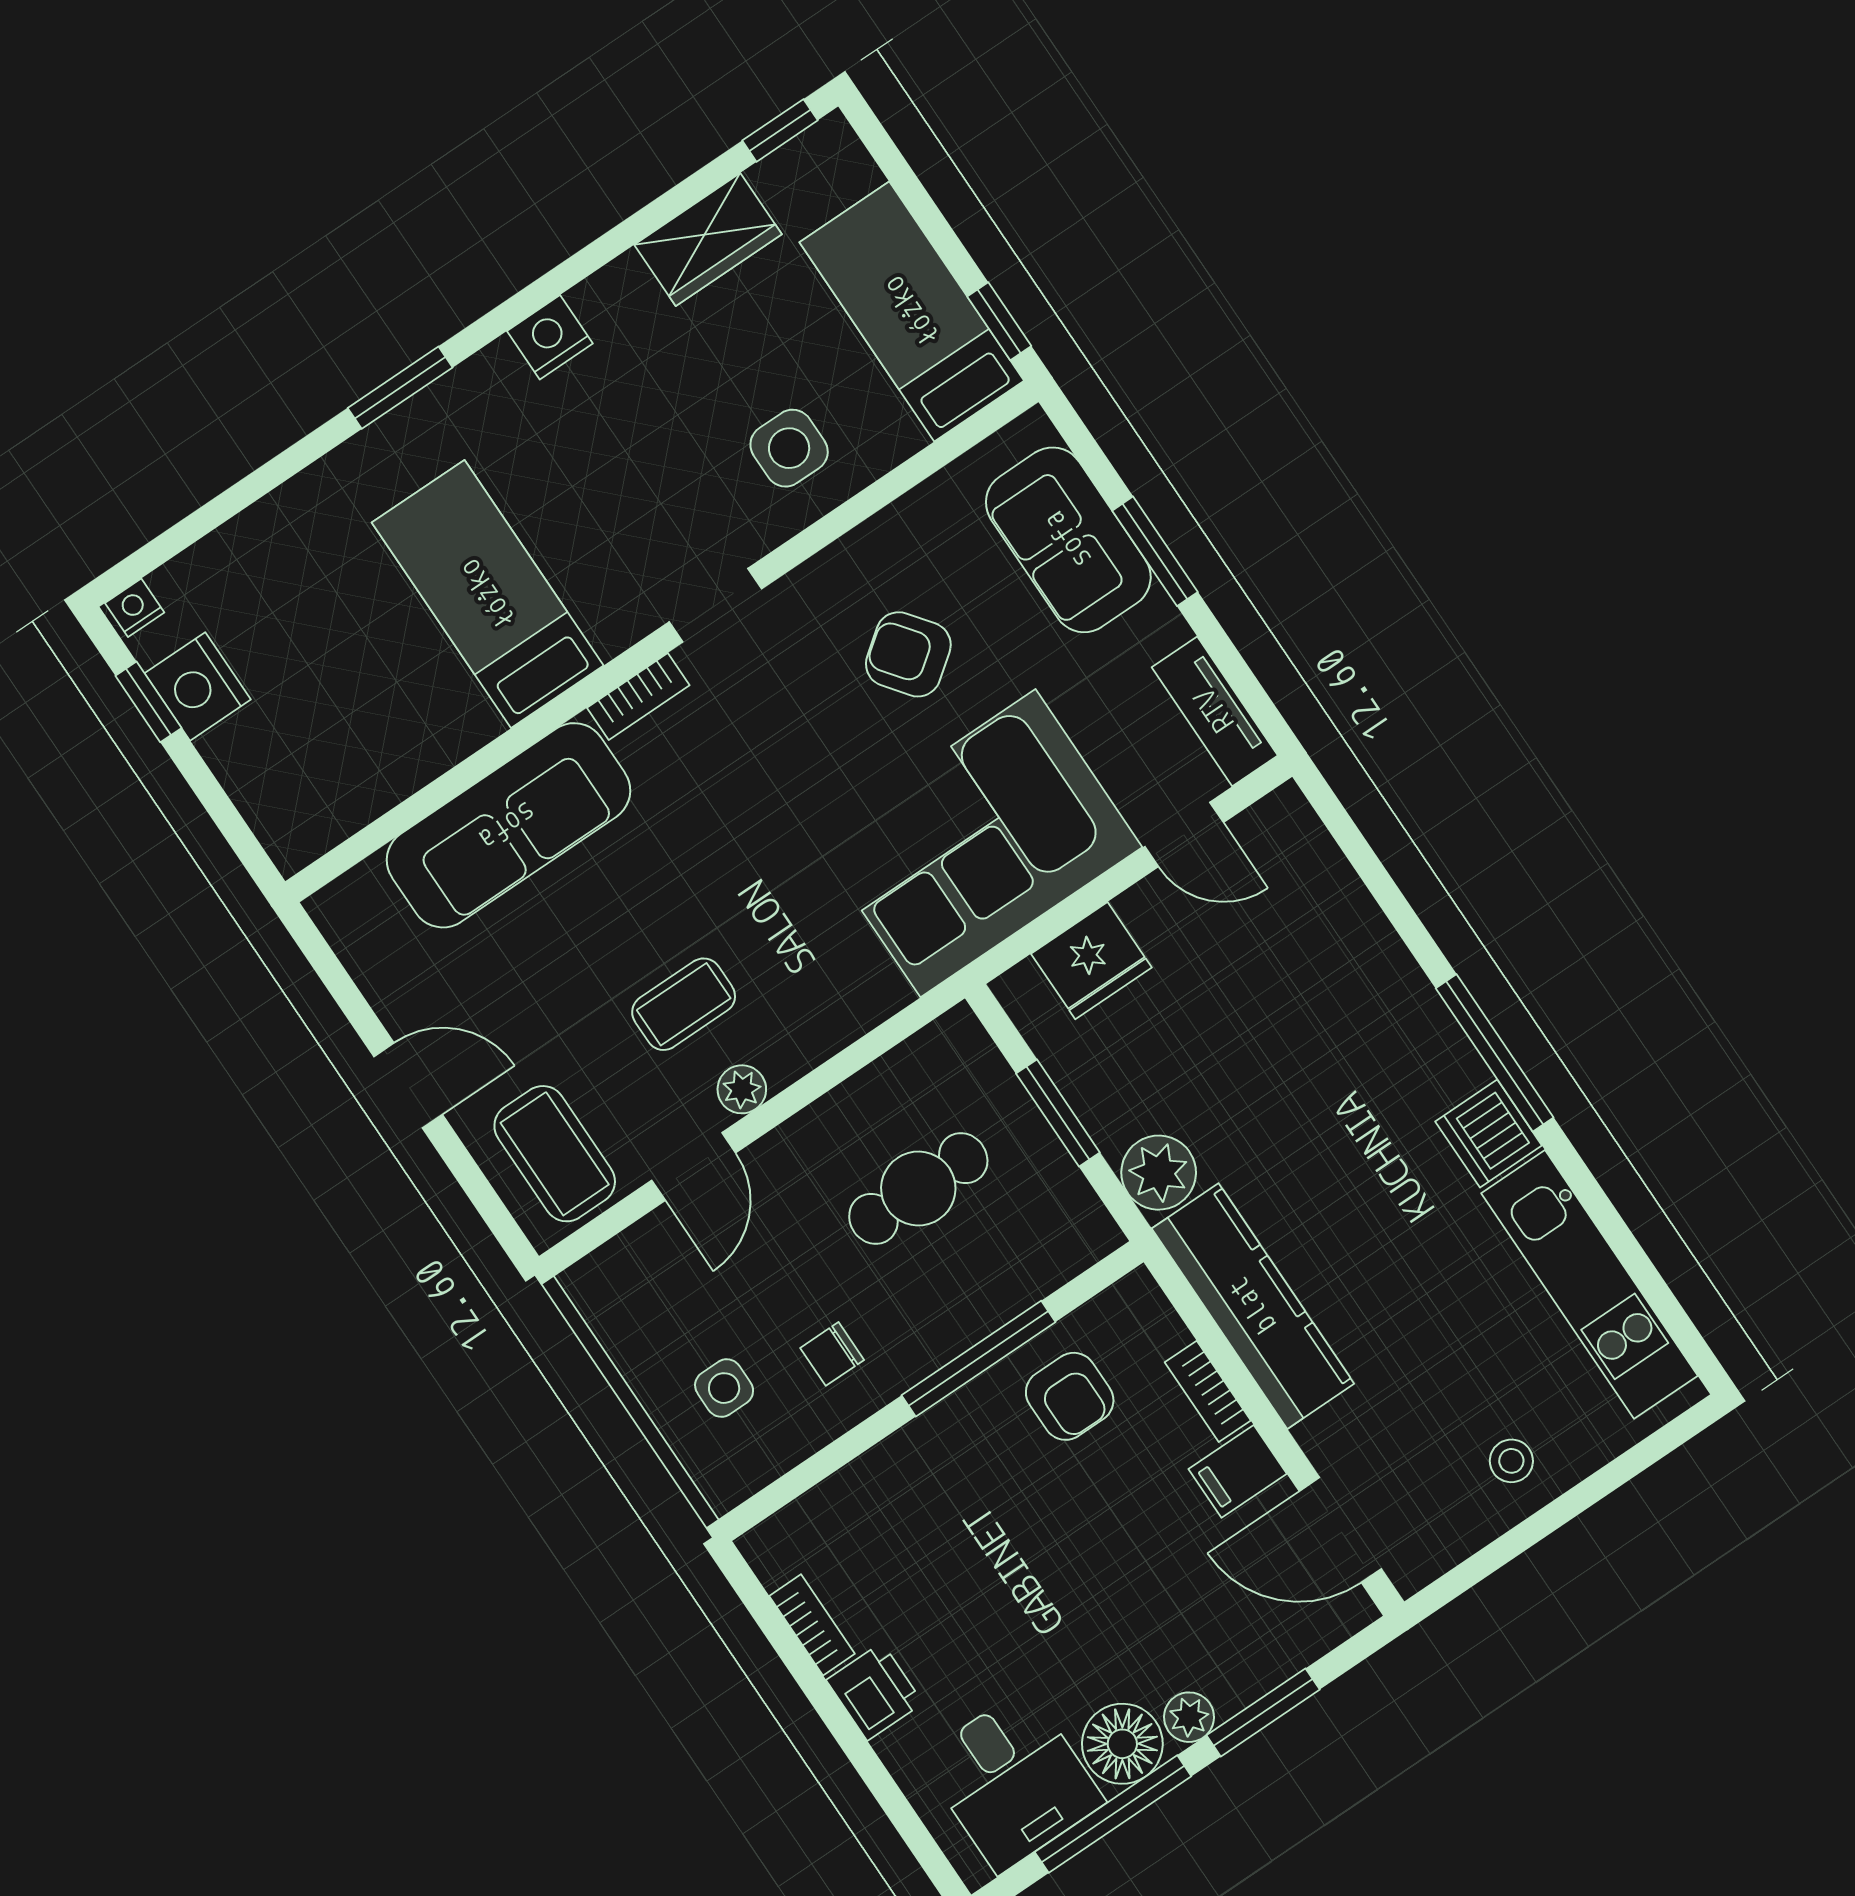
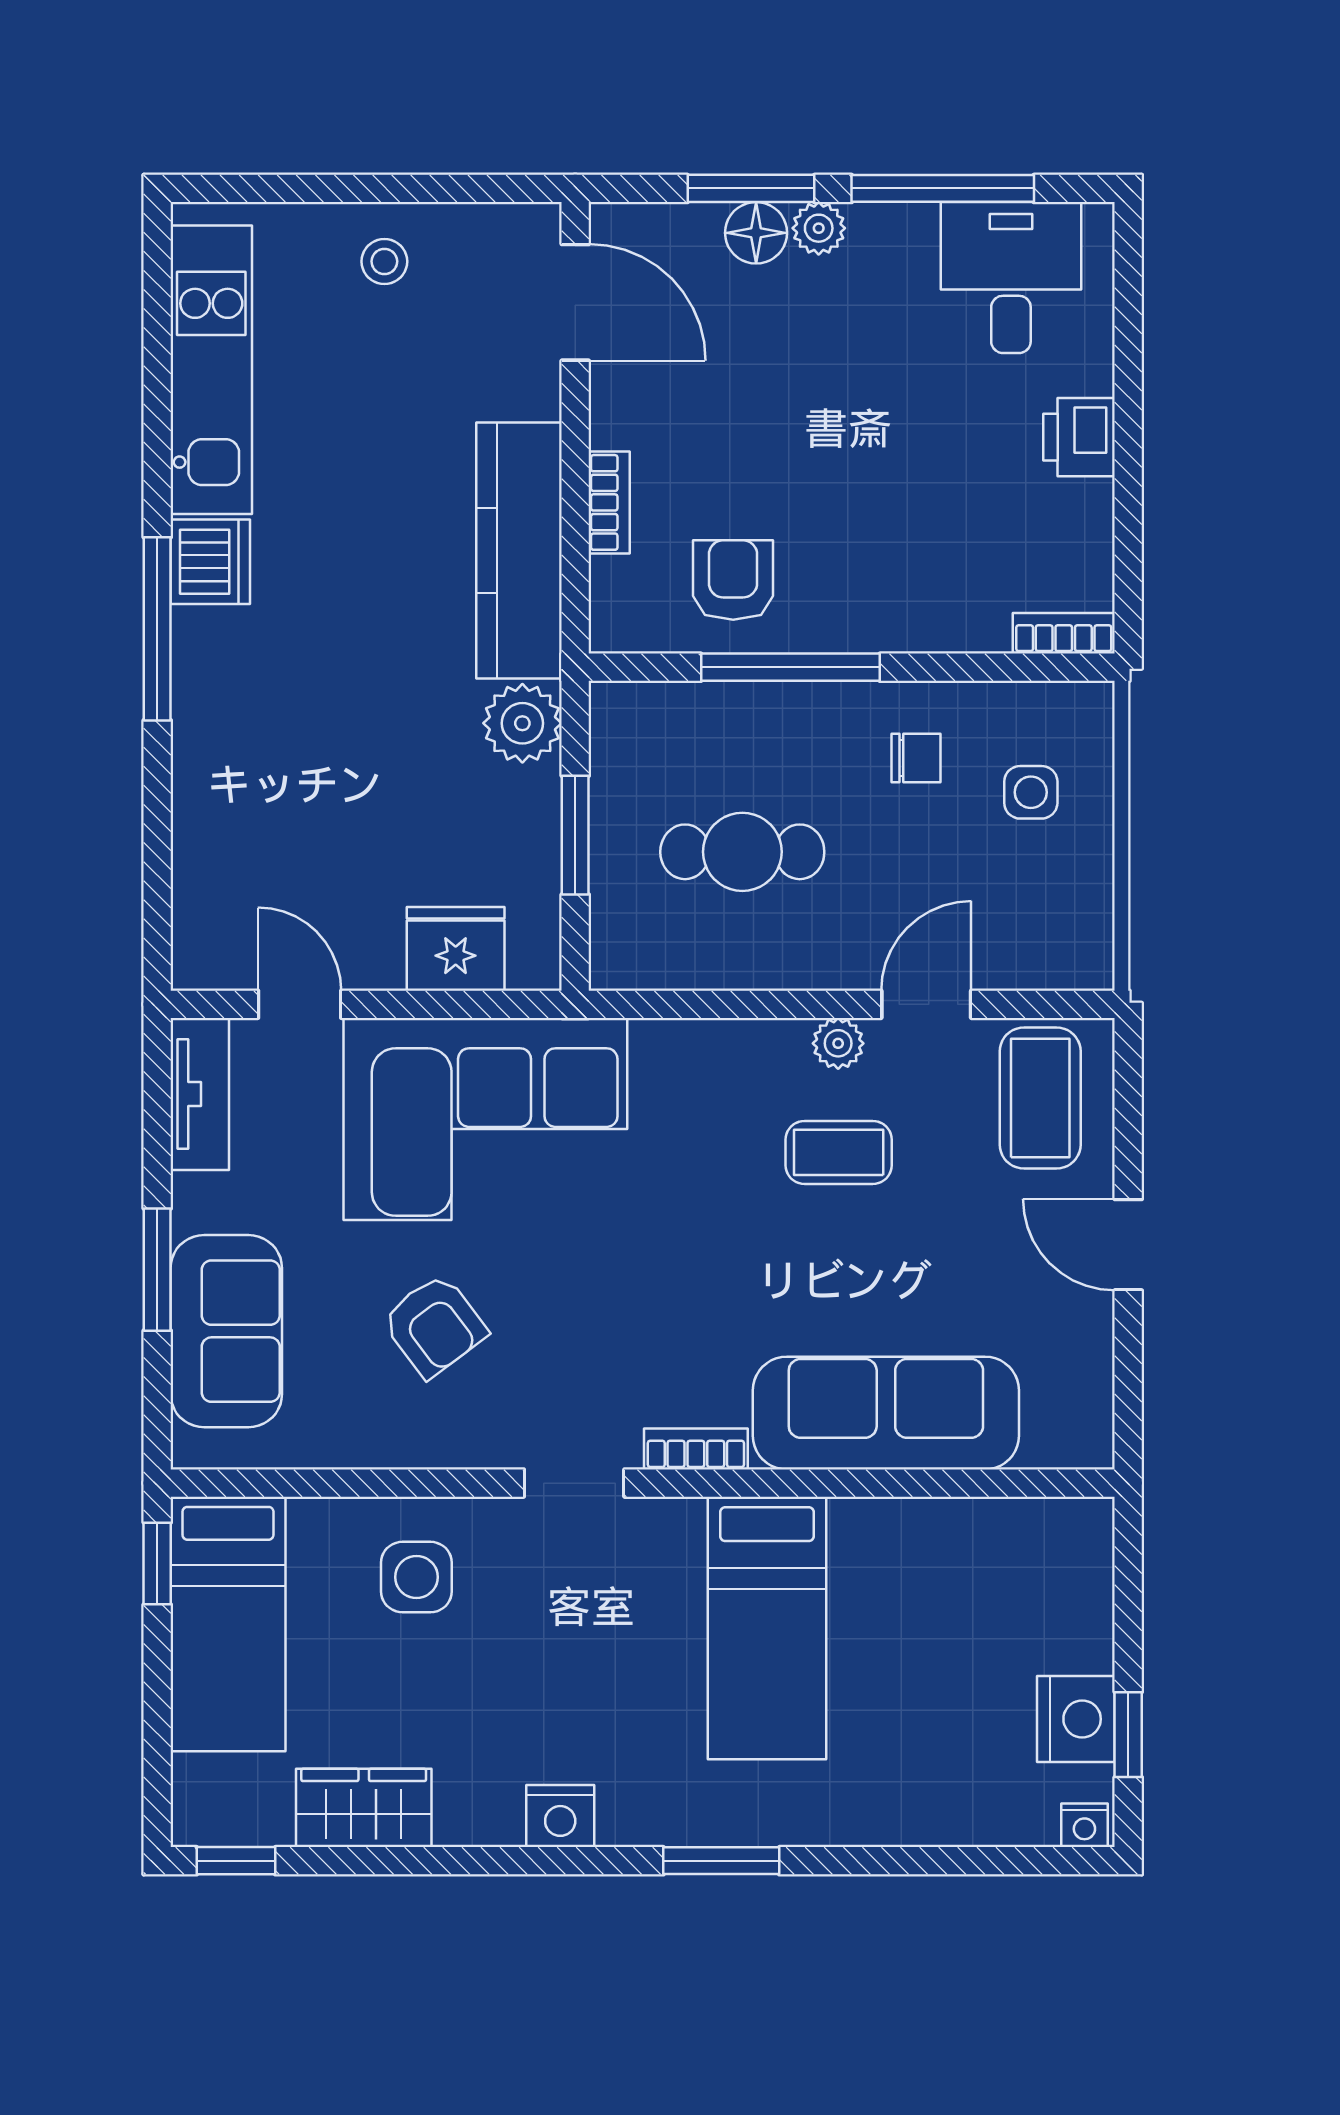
filing cabinet: (1238, 1471) -> (630, 415), removed
bookcase: (812, 1625) -> (1064, 633), moved, turned 90
floor lamp: (1122, 1744) -> (756, 233), moved, width x0.73, depth x0.73

